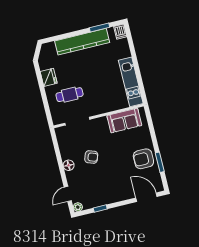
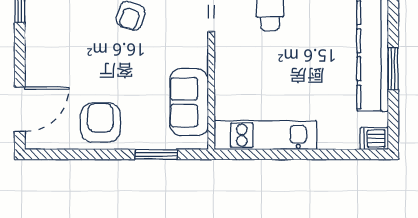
window: (99, 28) -> (393, 69), moved
window: (160, 162) -> (156, 154), moved

